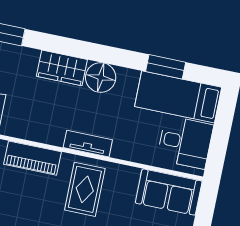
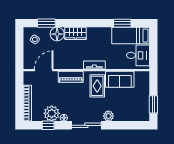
floor lamp: (101, 77) -> (57, 34), moved
sofa: (169, 192) -> (120, 79), moved

